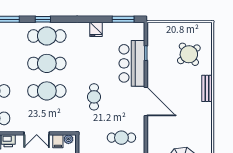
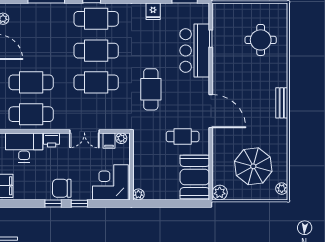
round table: (189, 54) -> (261, 40), turned 38
bench: (207, 88) -> (282, 103), moved
cafe table: (94, 97) -> (151, 89), width x1.37, depth x1.35
door: (146, 101) -> (211, 111), moved

